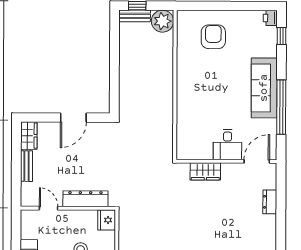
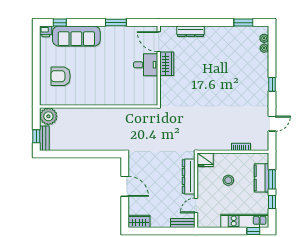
sofa: (264, 88) -> (76, 36), moved
window: (281, 107) -> (116, 23), width x0.47
bench: (27, 166) -> (183, 223), moved
wardrobe: (205, 171) -> (167, 64), moved
dresser: (270, 202) -> (191, 31), width x1.44

